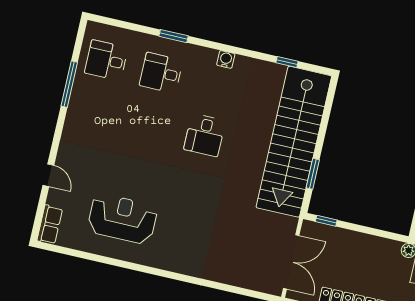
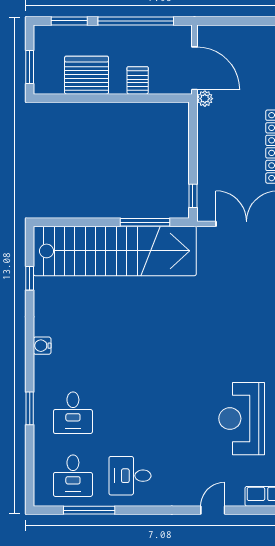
window: (69, 84) -> (89, 510), moved
desk: (205, 135) -> (130, 476), moved, turned 180
window: (313, 174) -> (145, 222), width x1.44

